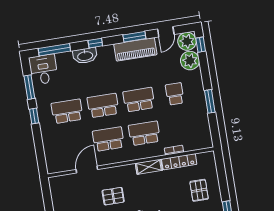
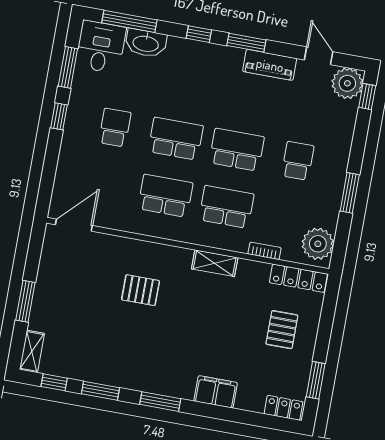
door: (166, 32) -> (319, 56), swing flipped
window: (134, 37) -> (246, 43), moved
piano: (135, 49) -> (270, 65), width x0.73, depth x0.75
washbasin: (85, 56) -> (146, 43), moved
plant: (190, 61) -> (318, 244), moved
school desk: (67, 111) -> (115, 128), width x0.54
locker: (179, 162) -> (298, 278), moved
door: (87, 169) -> (74, 225), moved

